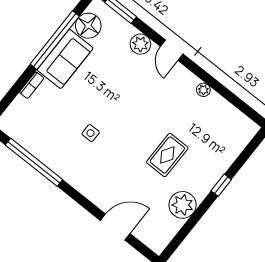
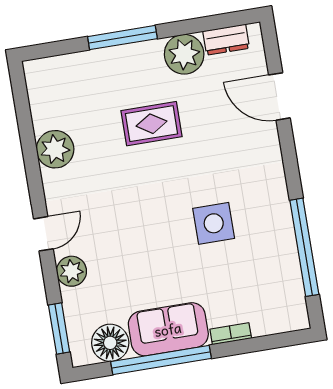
plant: (203, 90) -> (55, 149), width x1.88, depth x1.88
side table: (91, 133) -> (214, 223), width x1.87, depth x1.87
window: (221, 185) -> (122, 38), width x2.17
dresser: (168, 231) -> (226, 40), added

